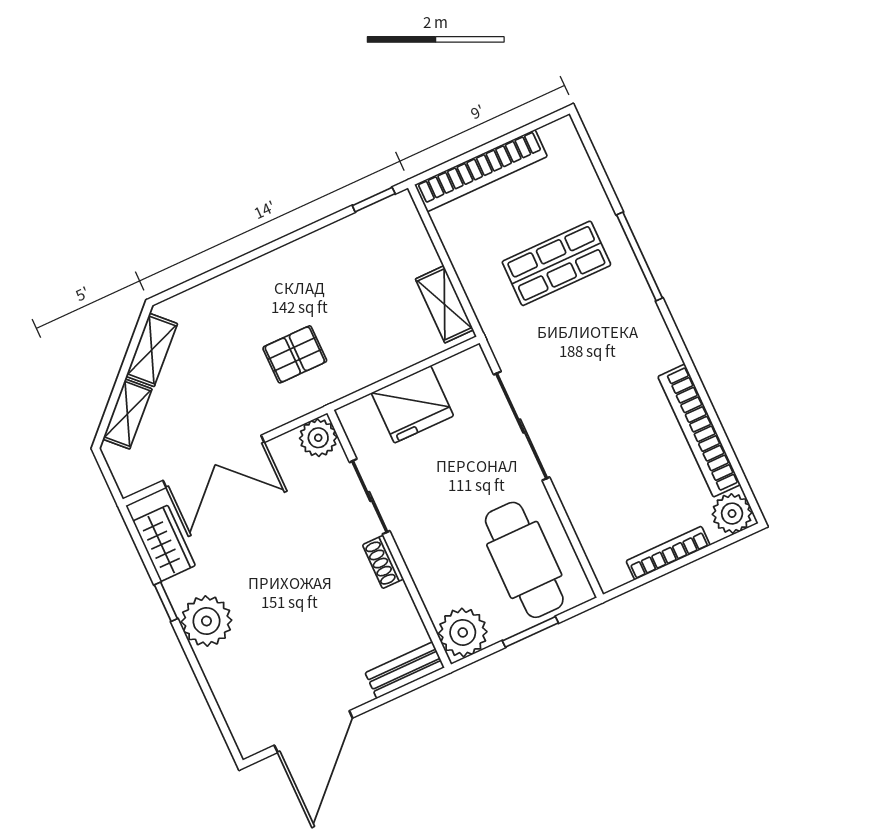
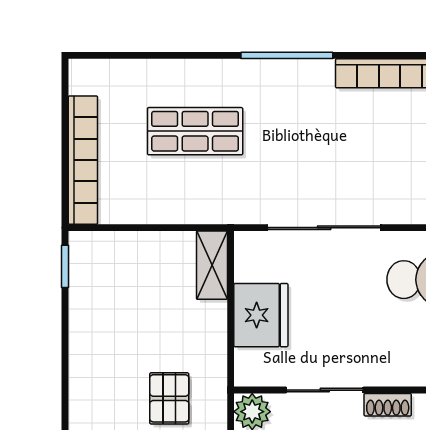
window: (639, 256) -> (287, 55), moved
shop shelf: (556, 263) -> (195, 131), turned 90
shelving: (444, 304) -> (212, 265), moved, turned 90

